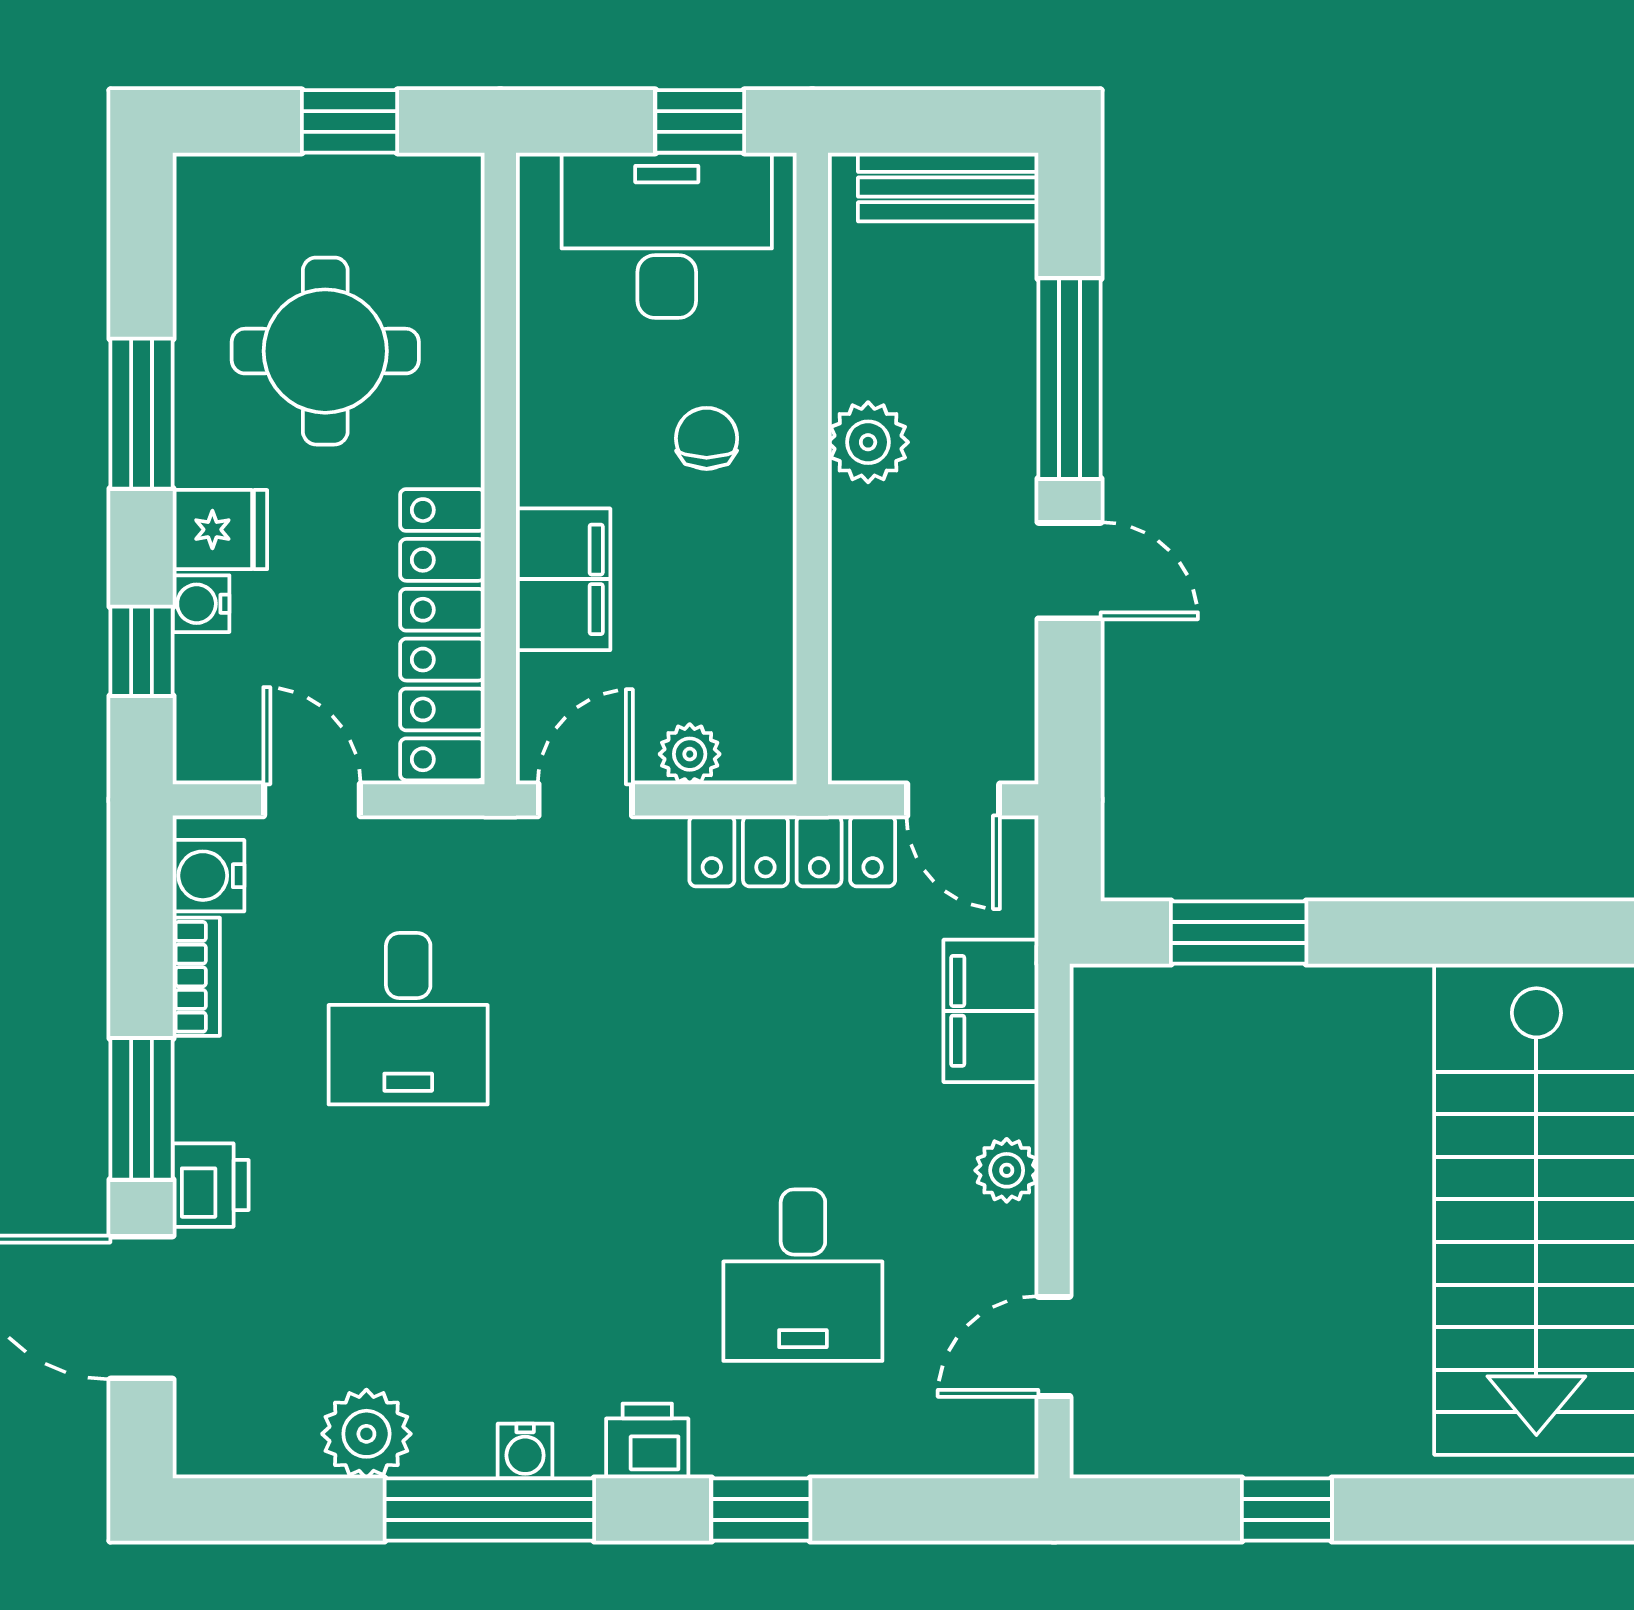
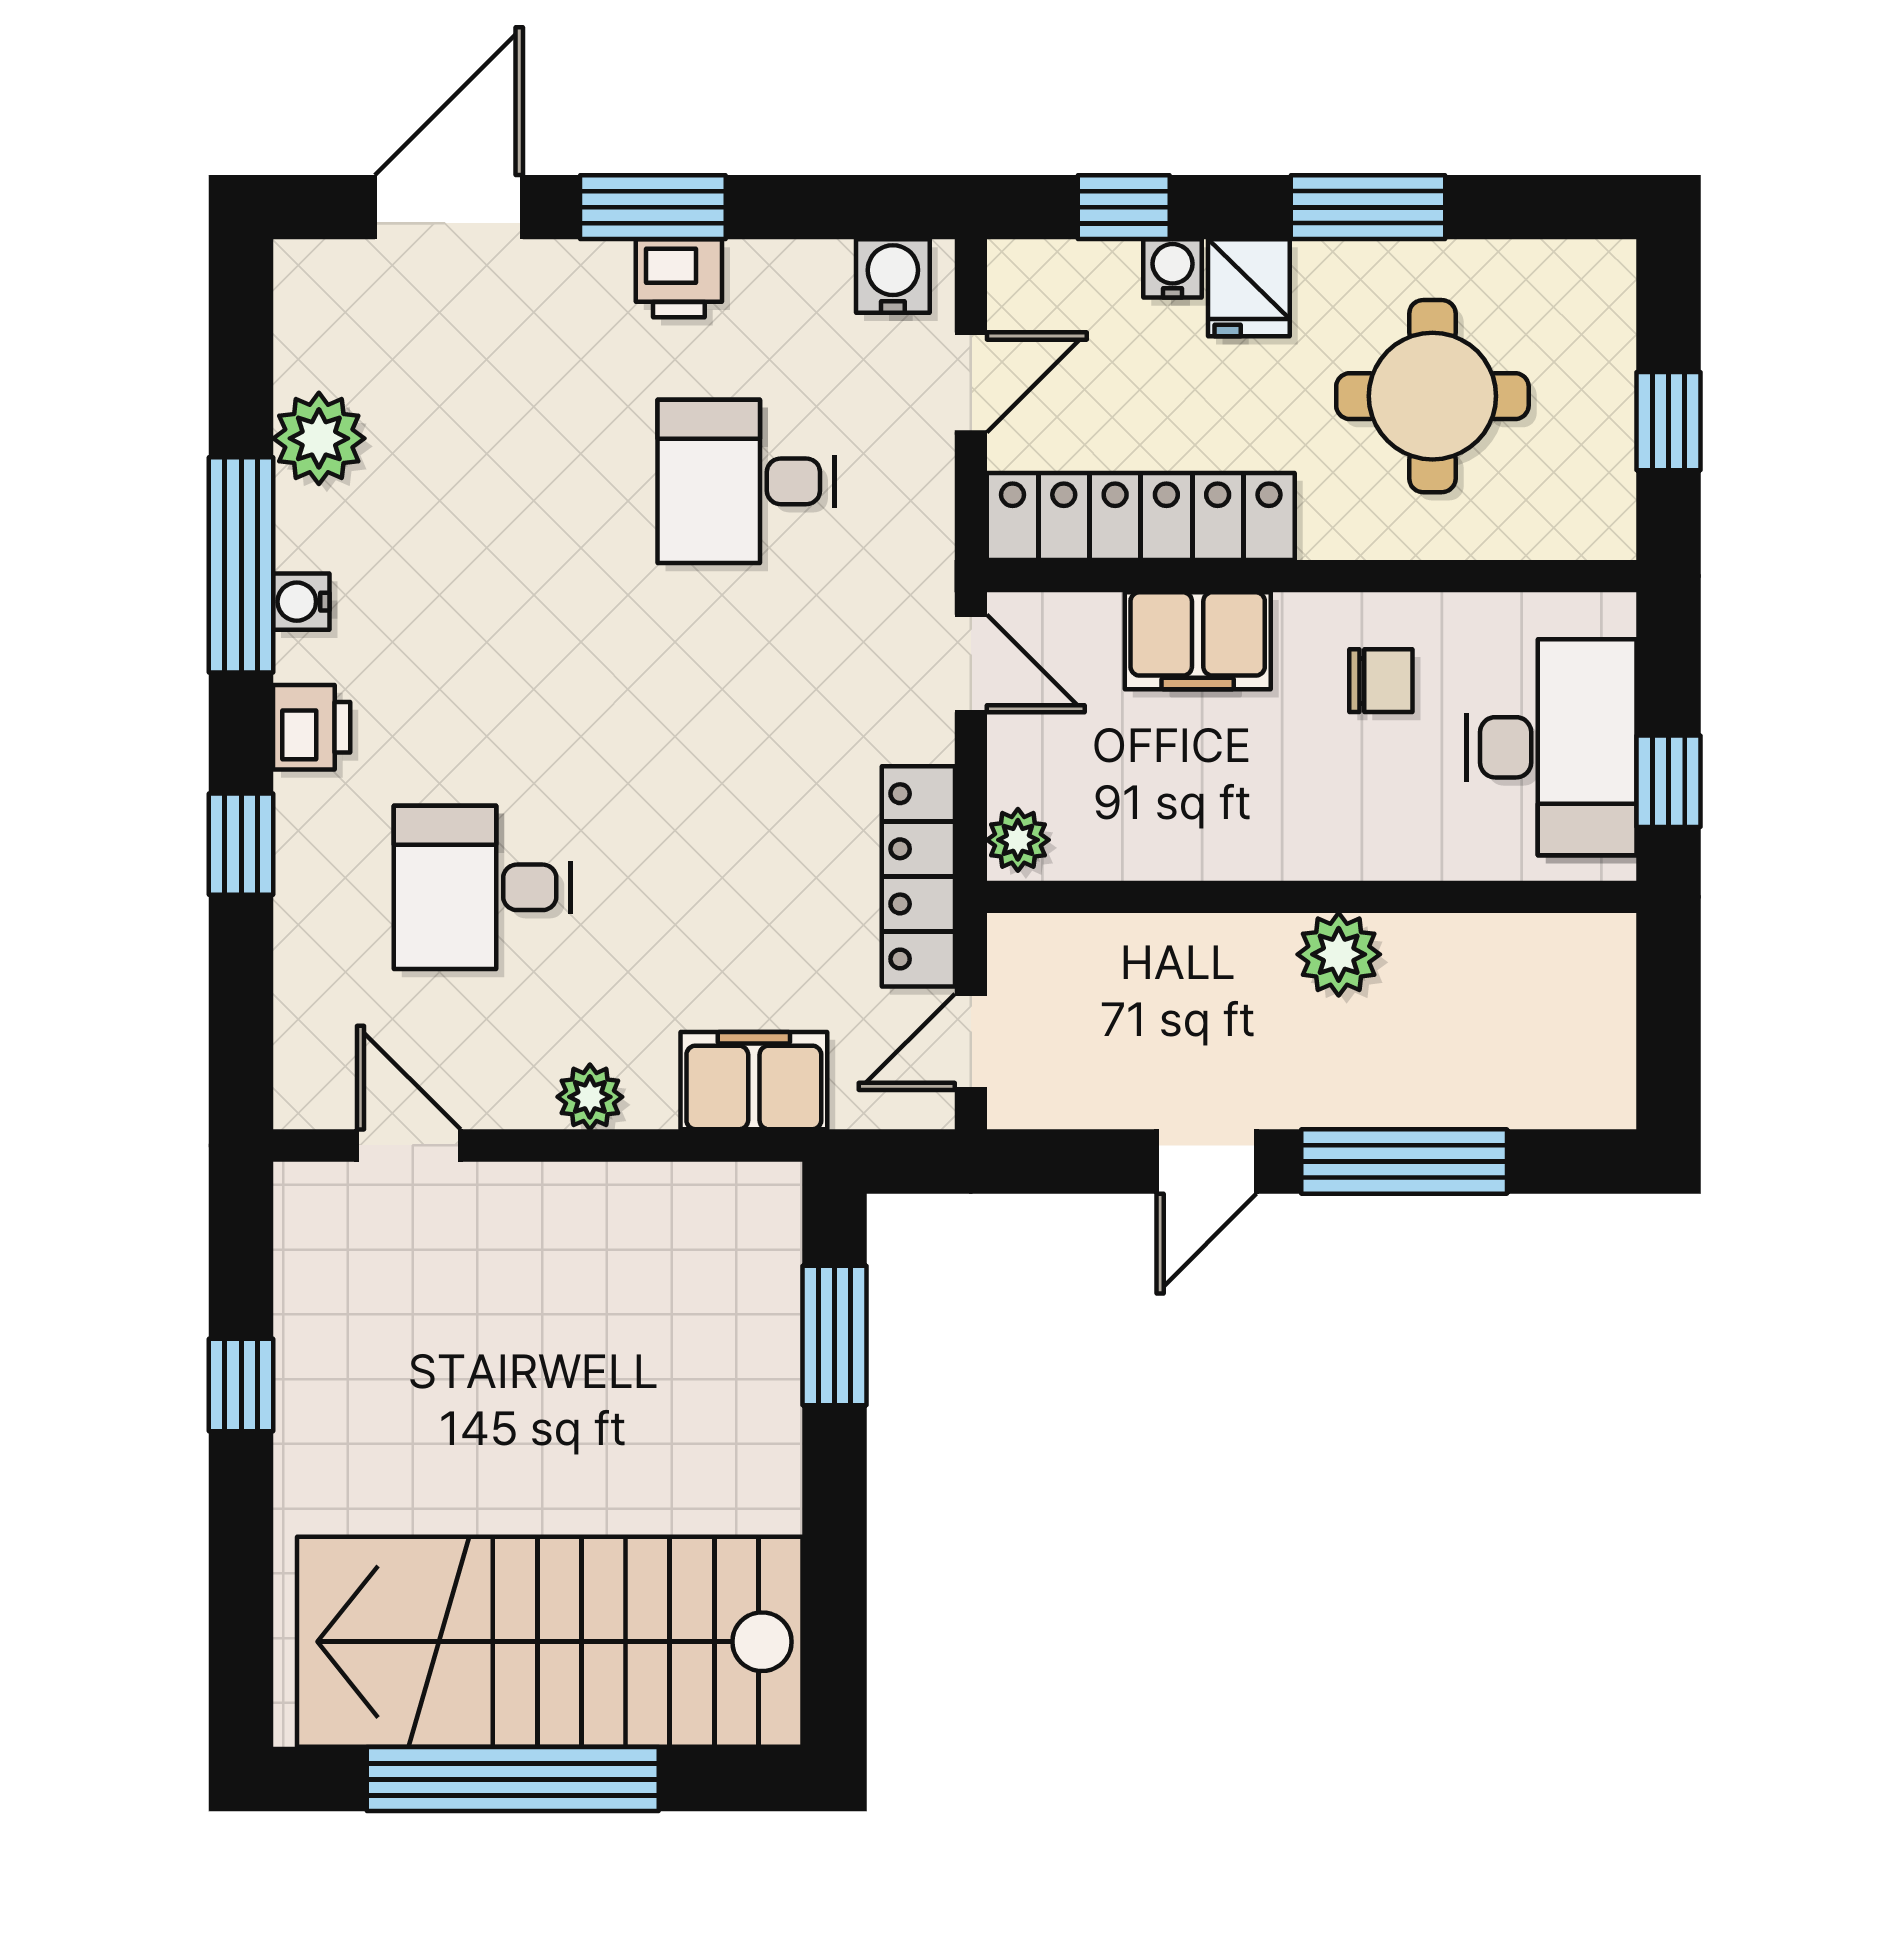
bench: (948, 187) -> (1601, 1037), removed
chair: (707, 438) -> (1381, 681), moved
plant: (690, 754) -> (1018, 840), moved
bookcase: (196, 977) -> (789, 264), removed
printer: (211, 1185) -> (679, 278), moved

